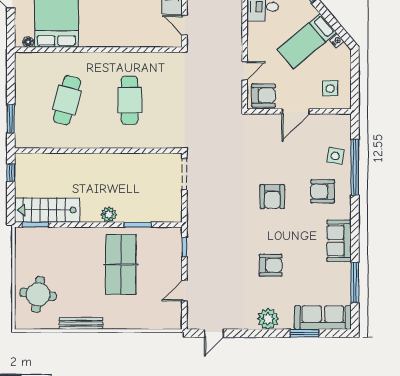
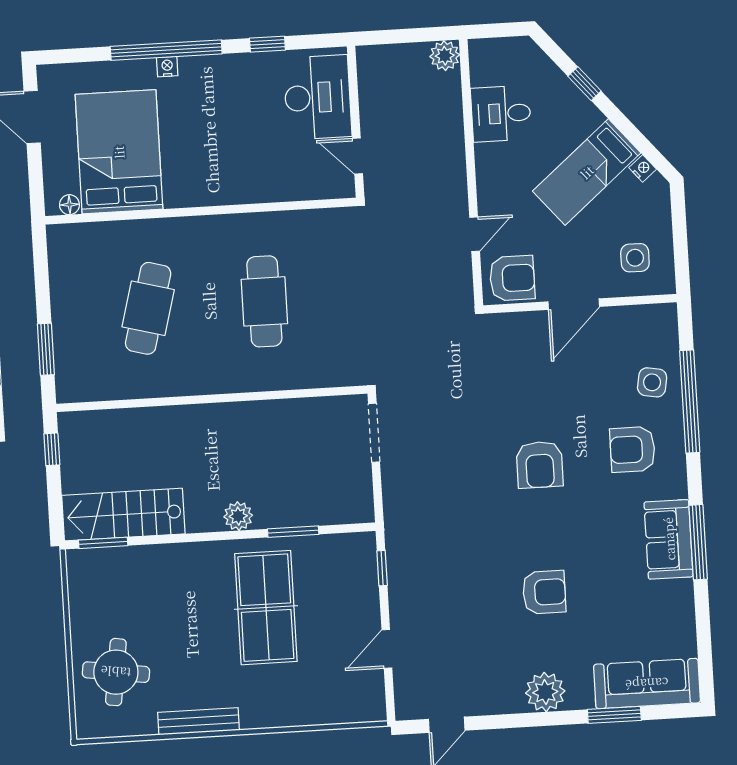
window: (355, 283) -> (698, 542), moved

